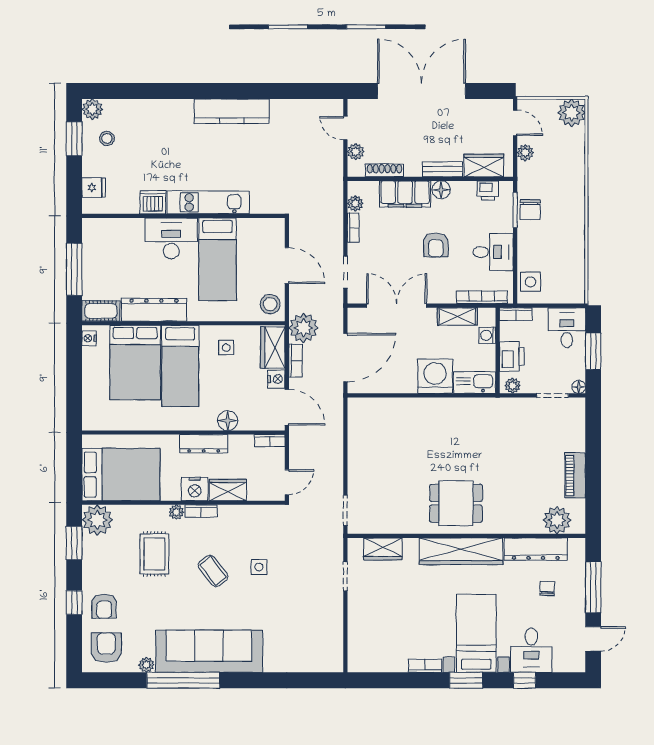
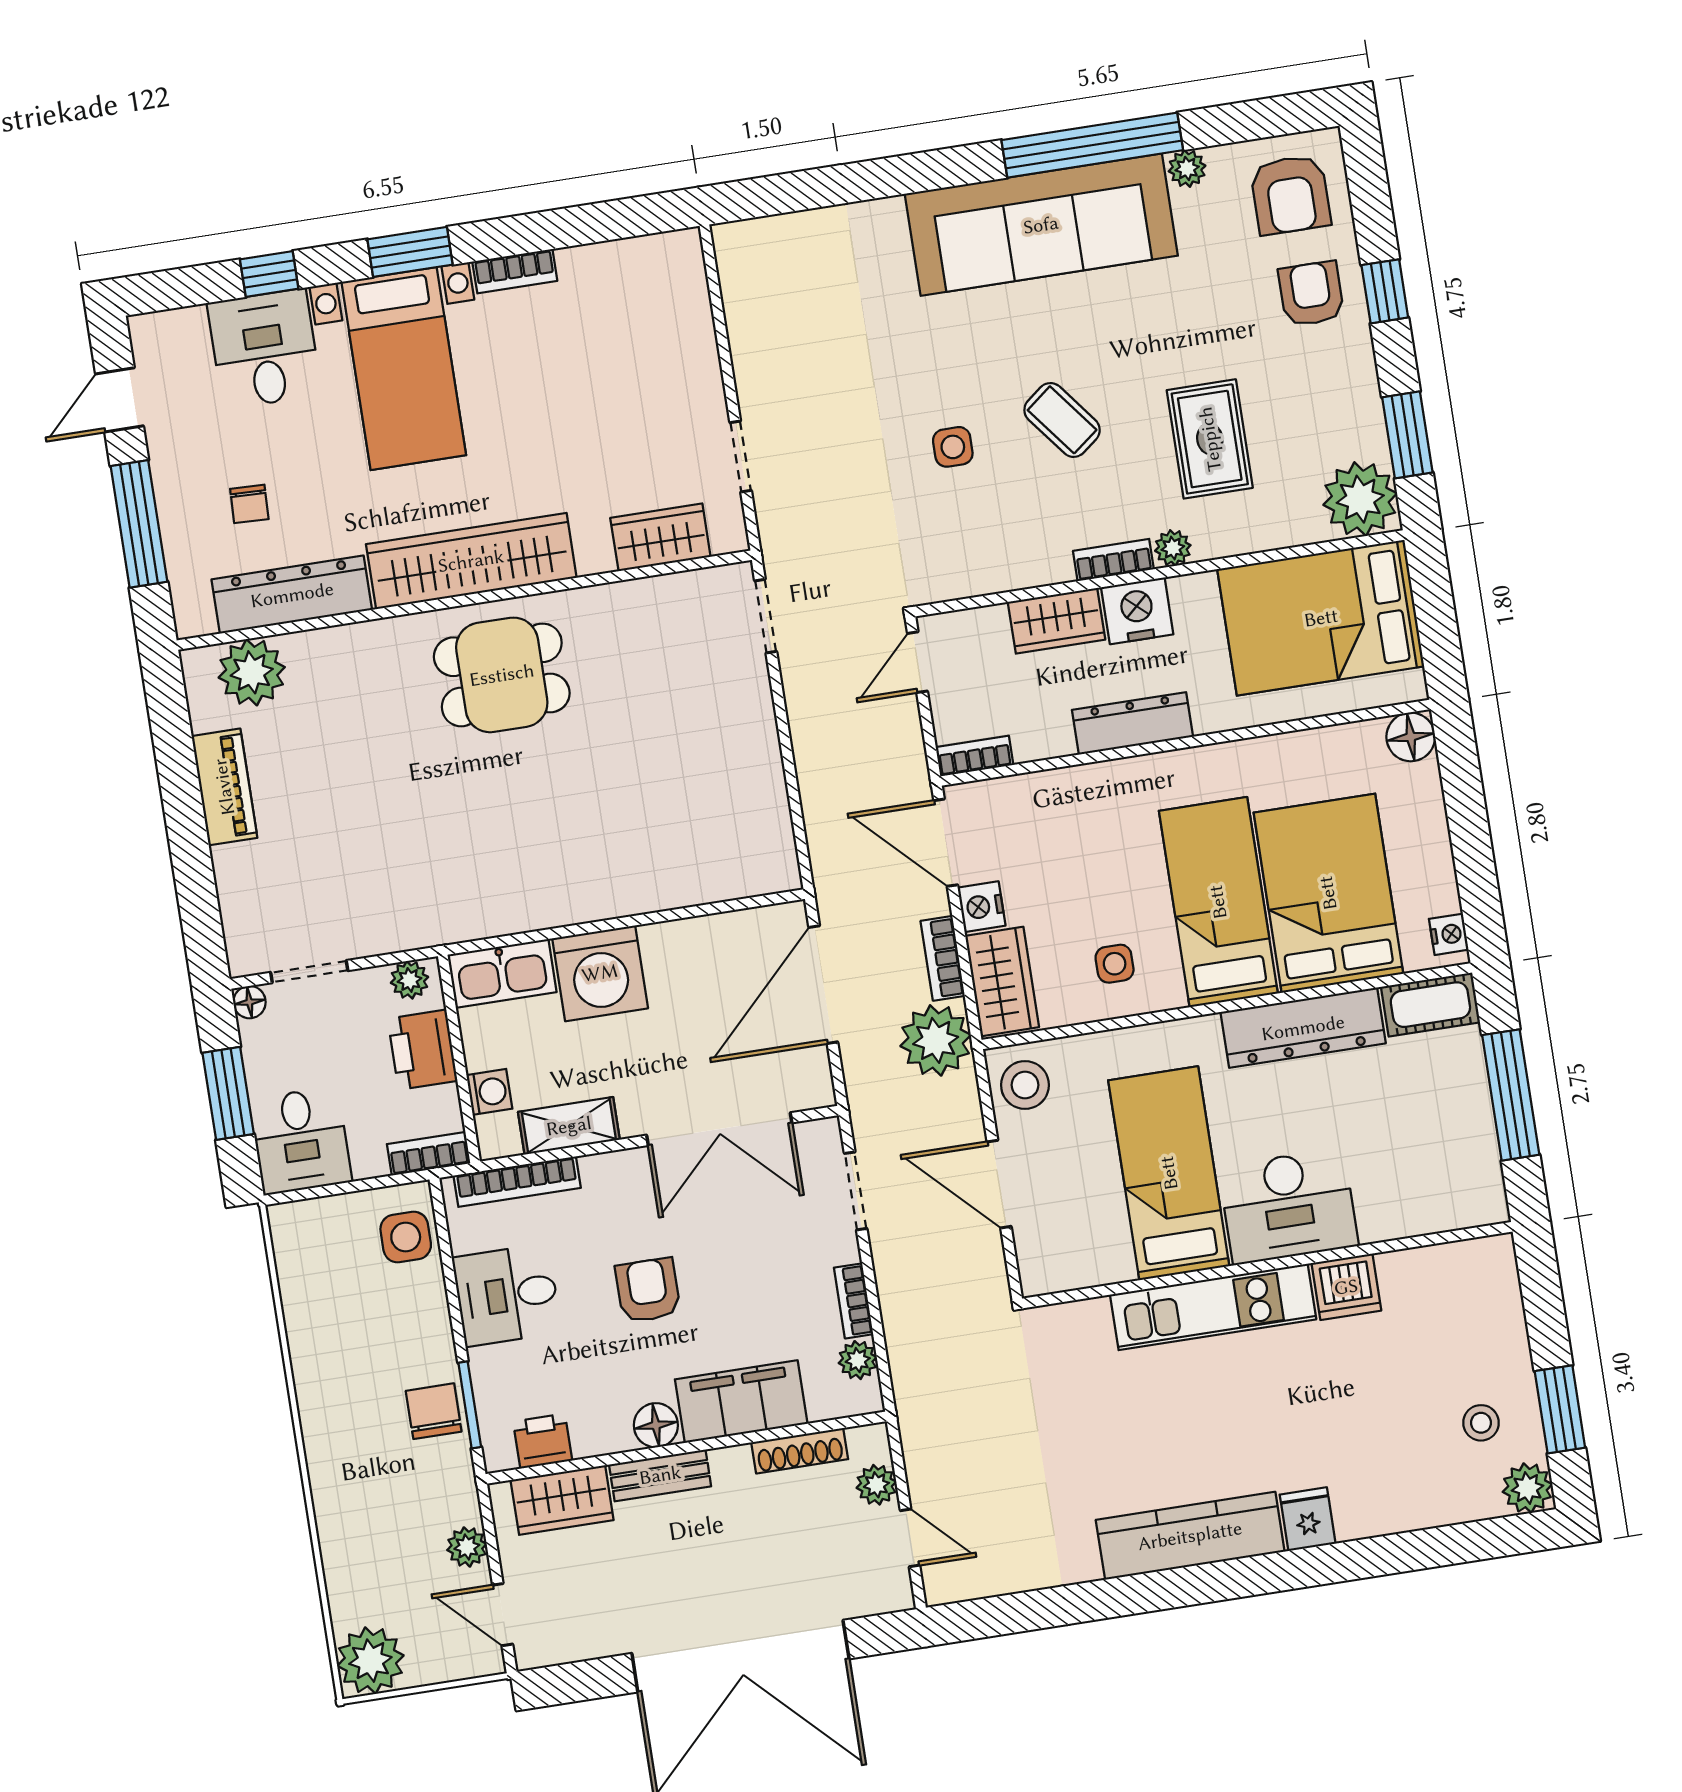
fridge: (94, 188) -> (1308, 1519), moved, turned 90
floor lamp: (228, 421) -> (1411, 737), moved

